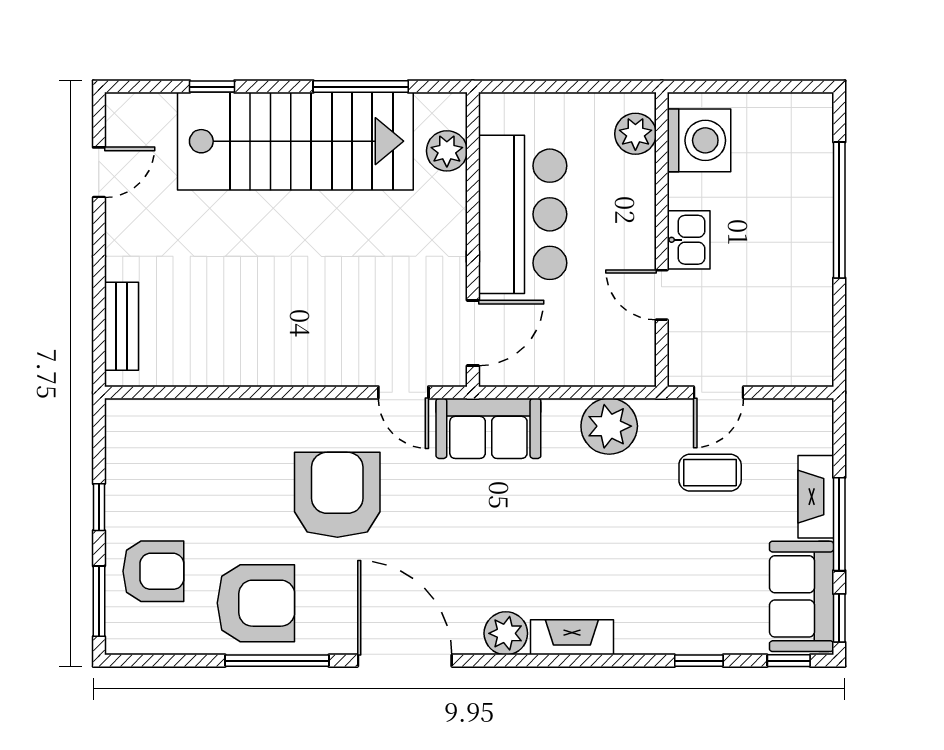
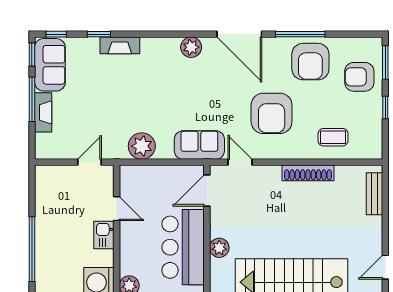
plant: (447, 151) -> (219, 248), moved
shoe rack: (261, 370) -> (308, 173), added
coffee table: (710, 473) -> (333, 137), moved
armchair: (256, 603) -> (310, 62), turned -90
fireplace: (572, 637) -> (120, 45), moved

